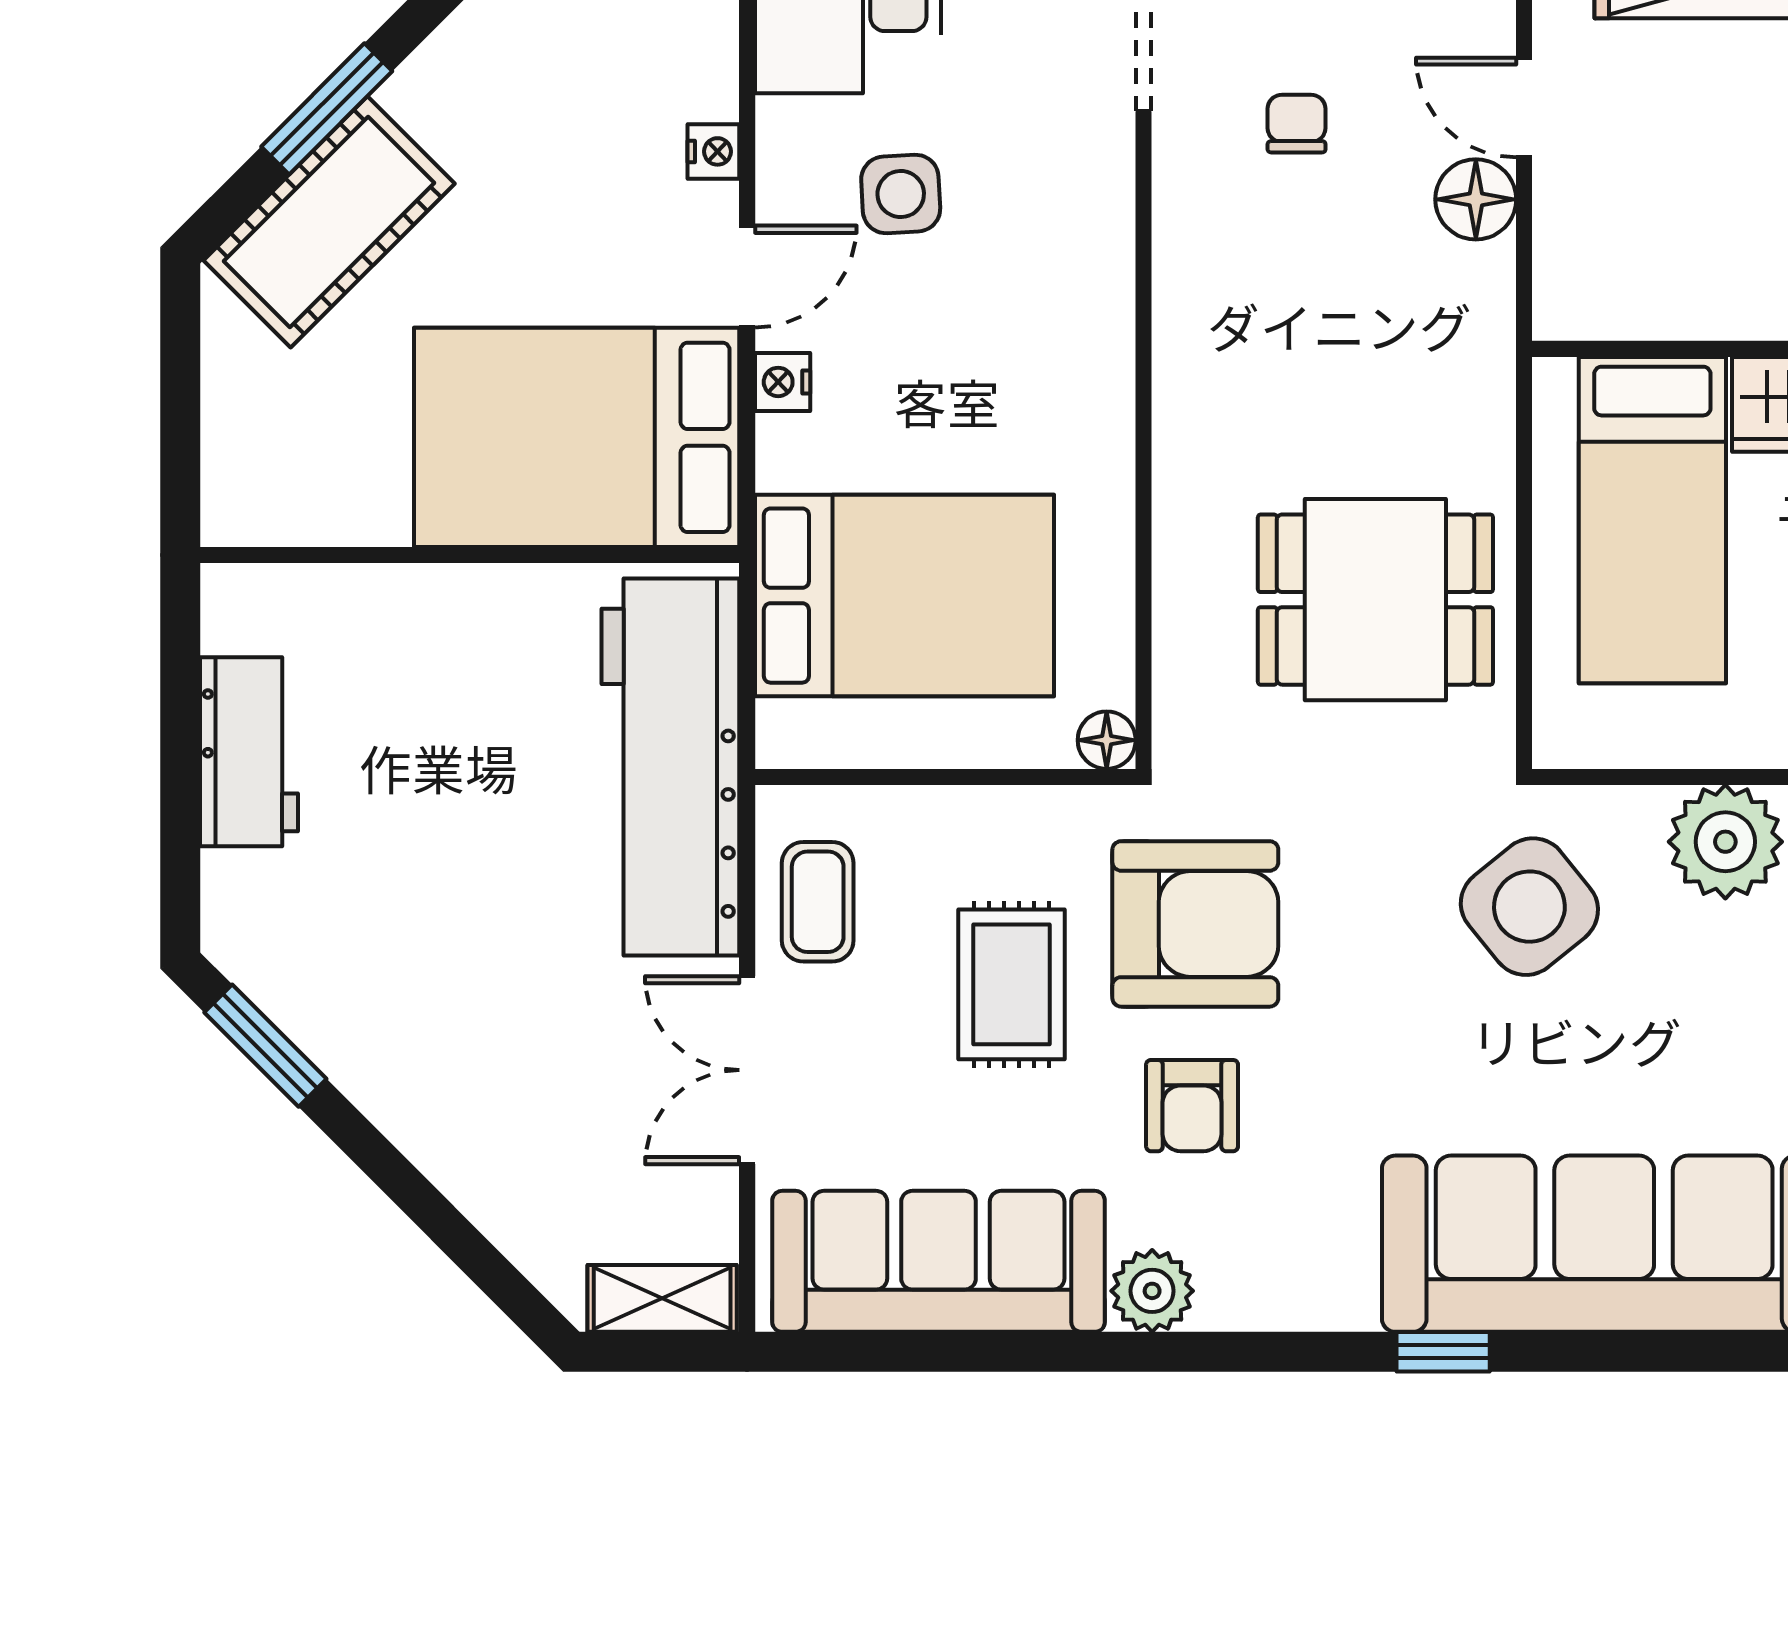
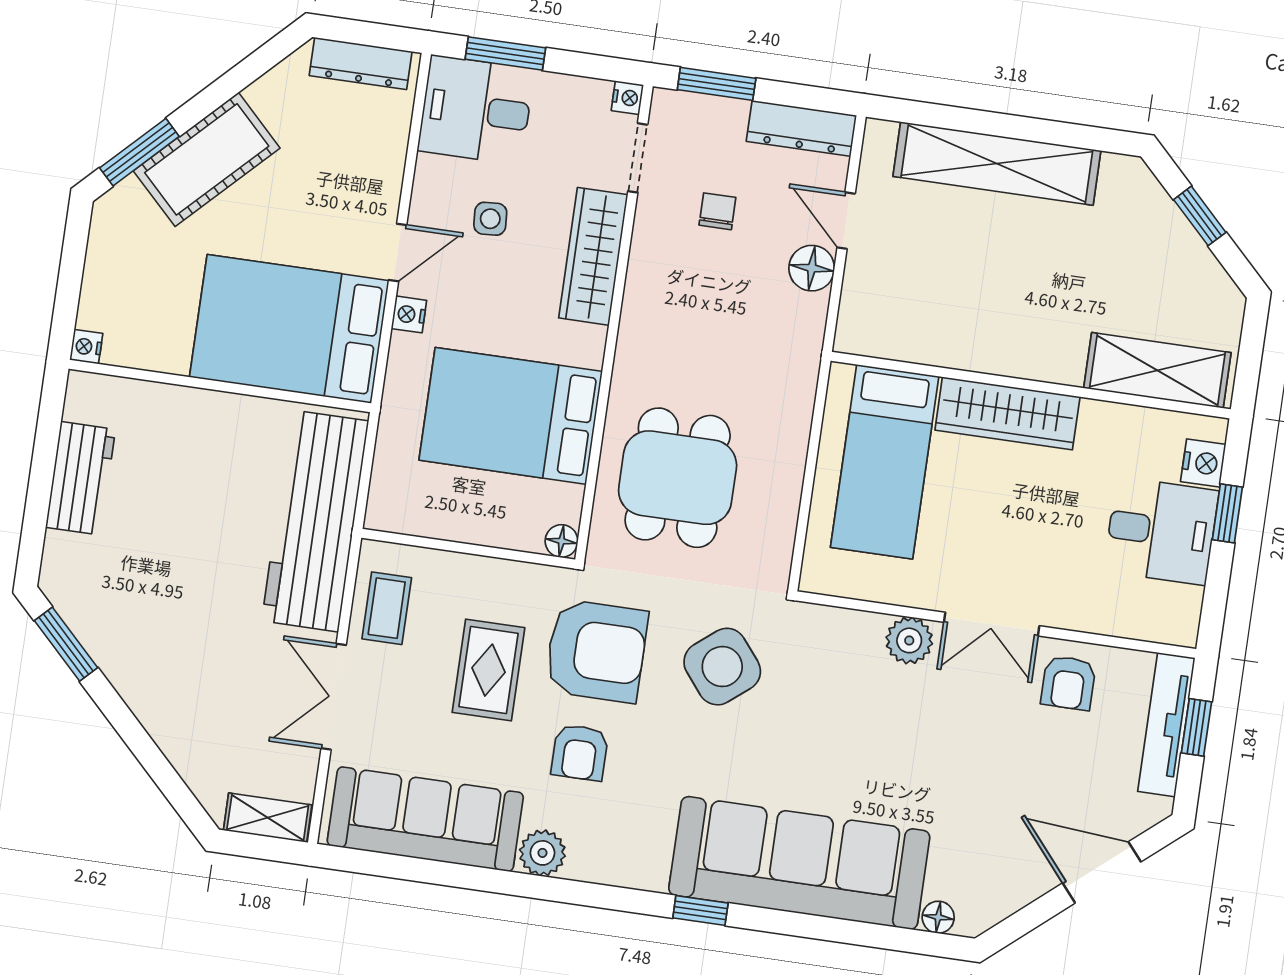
window: (327, 109) -> (139, 152), moved
nightstand: (713, 151) -> (86, 347), moved, turned 180
side table: (901, 194) -> (490, 219), width x0.73, depth x0.73
cot: (329, 222) -> (207, 159), moved
wardrobe: (1090, 234) -> (593, 256), added
bed: (904, 596) -> (511, 416), moved, turned 180
dining table: (1375, 600) -> (678, 478), moved, turned 90
plant: (1725, 842) -> (909, 640), width x0.73, depth x0.73
side table: (1529, 907) -> (722, 667), moved

